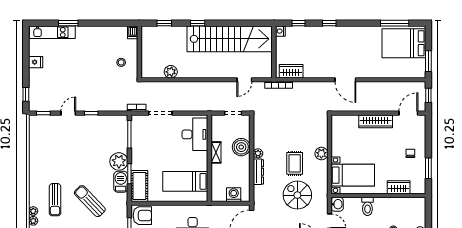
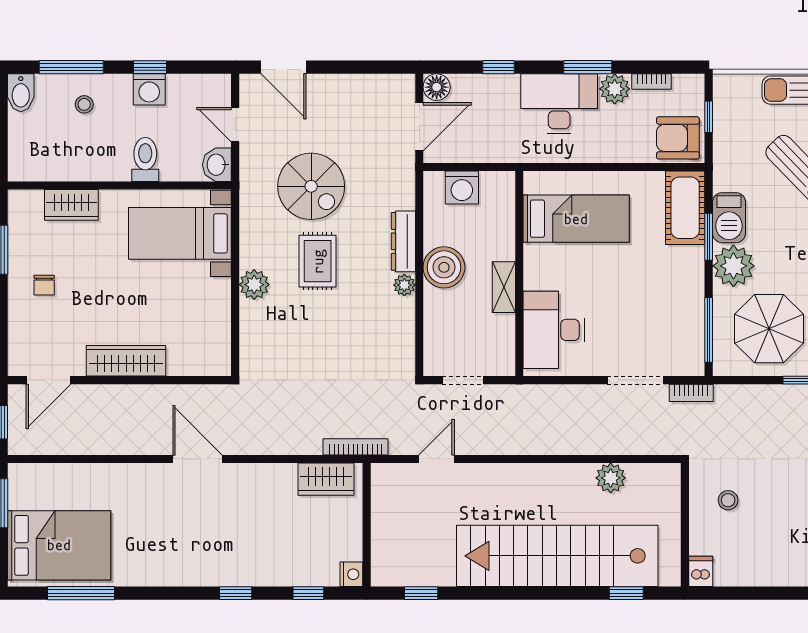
window: (198, 23) -> (421, 593), moved
stairs: (230, 39) -> (557, 556), moved
parasol: (104, 135) -> (769, 329), added
boiler: (241, 147) -> (444, 267), moved

